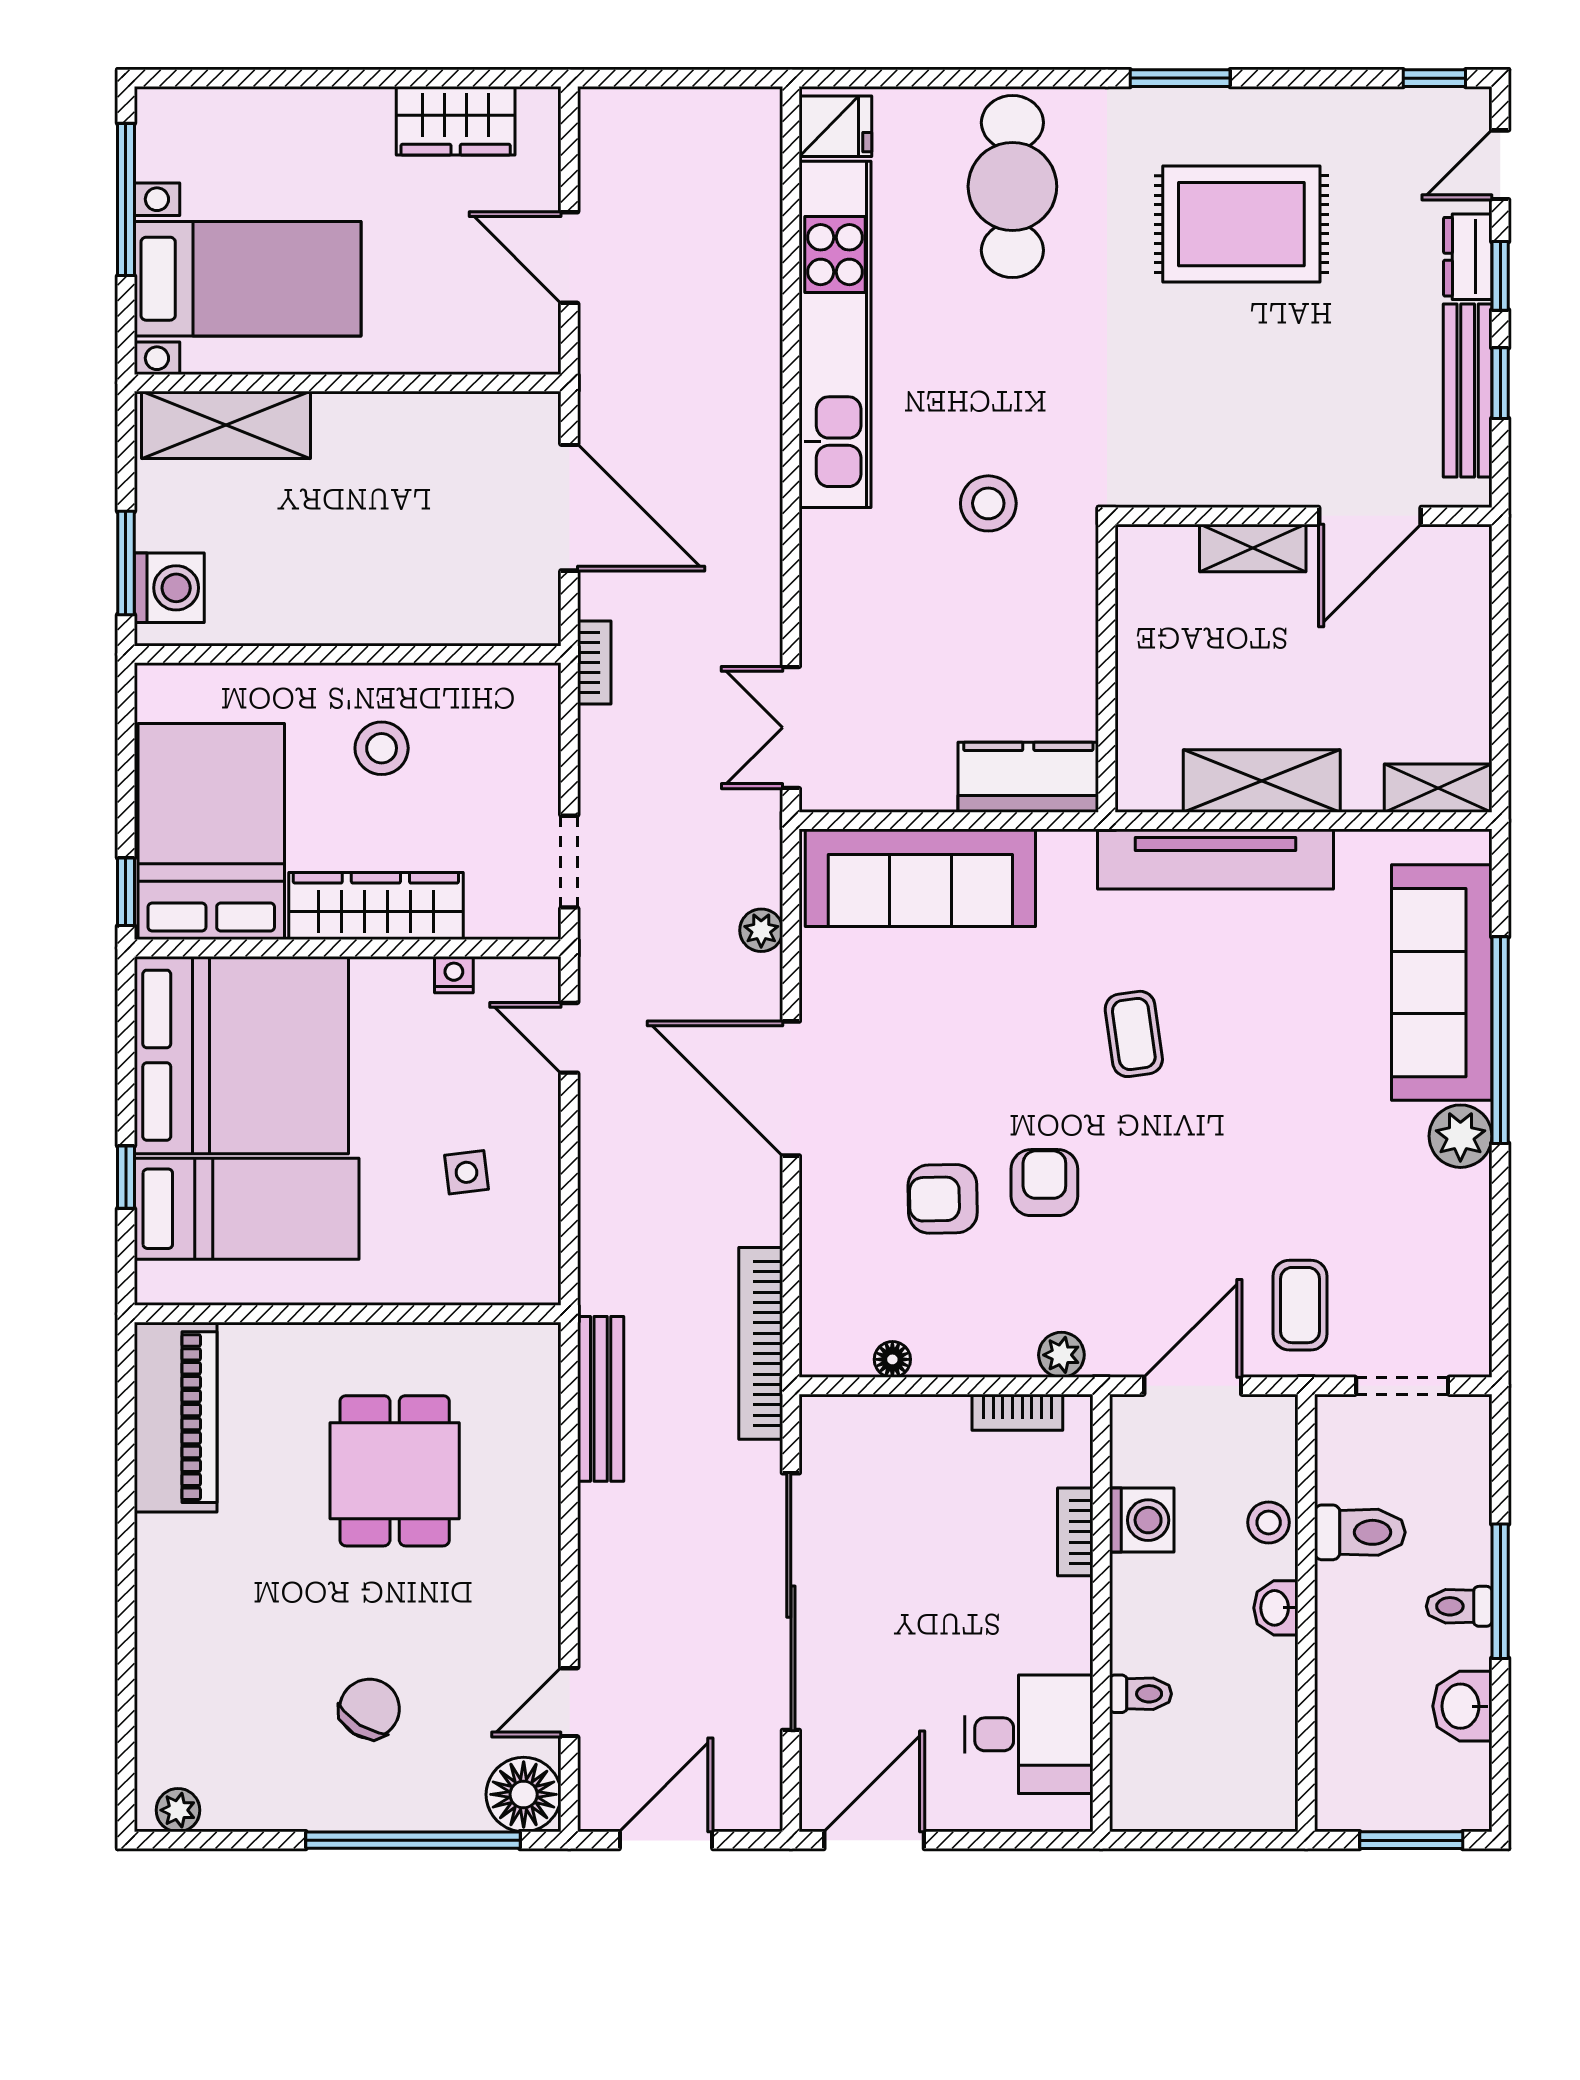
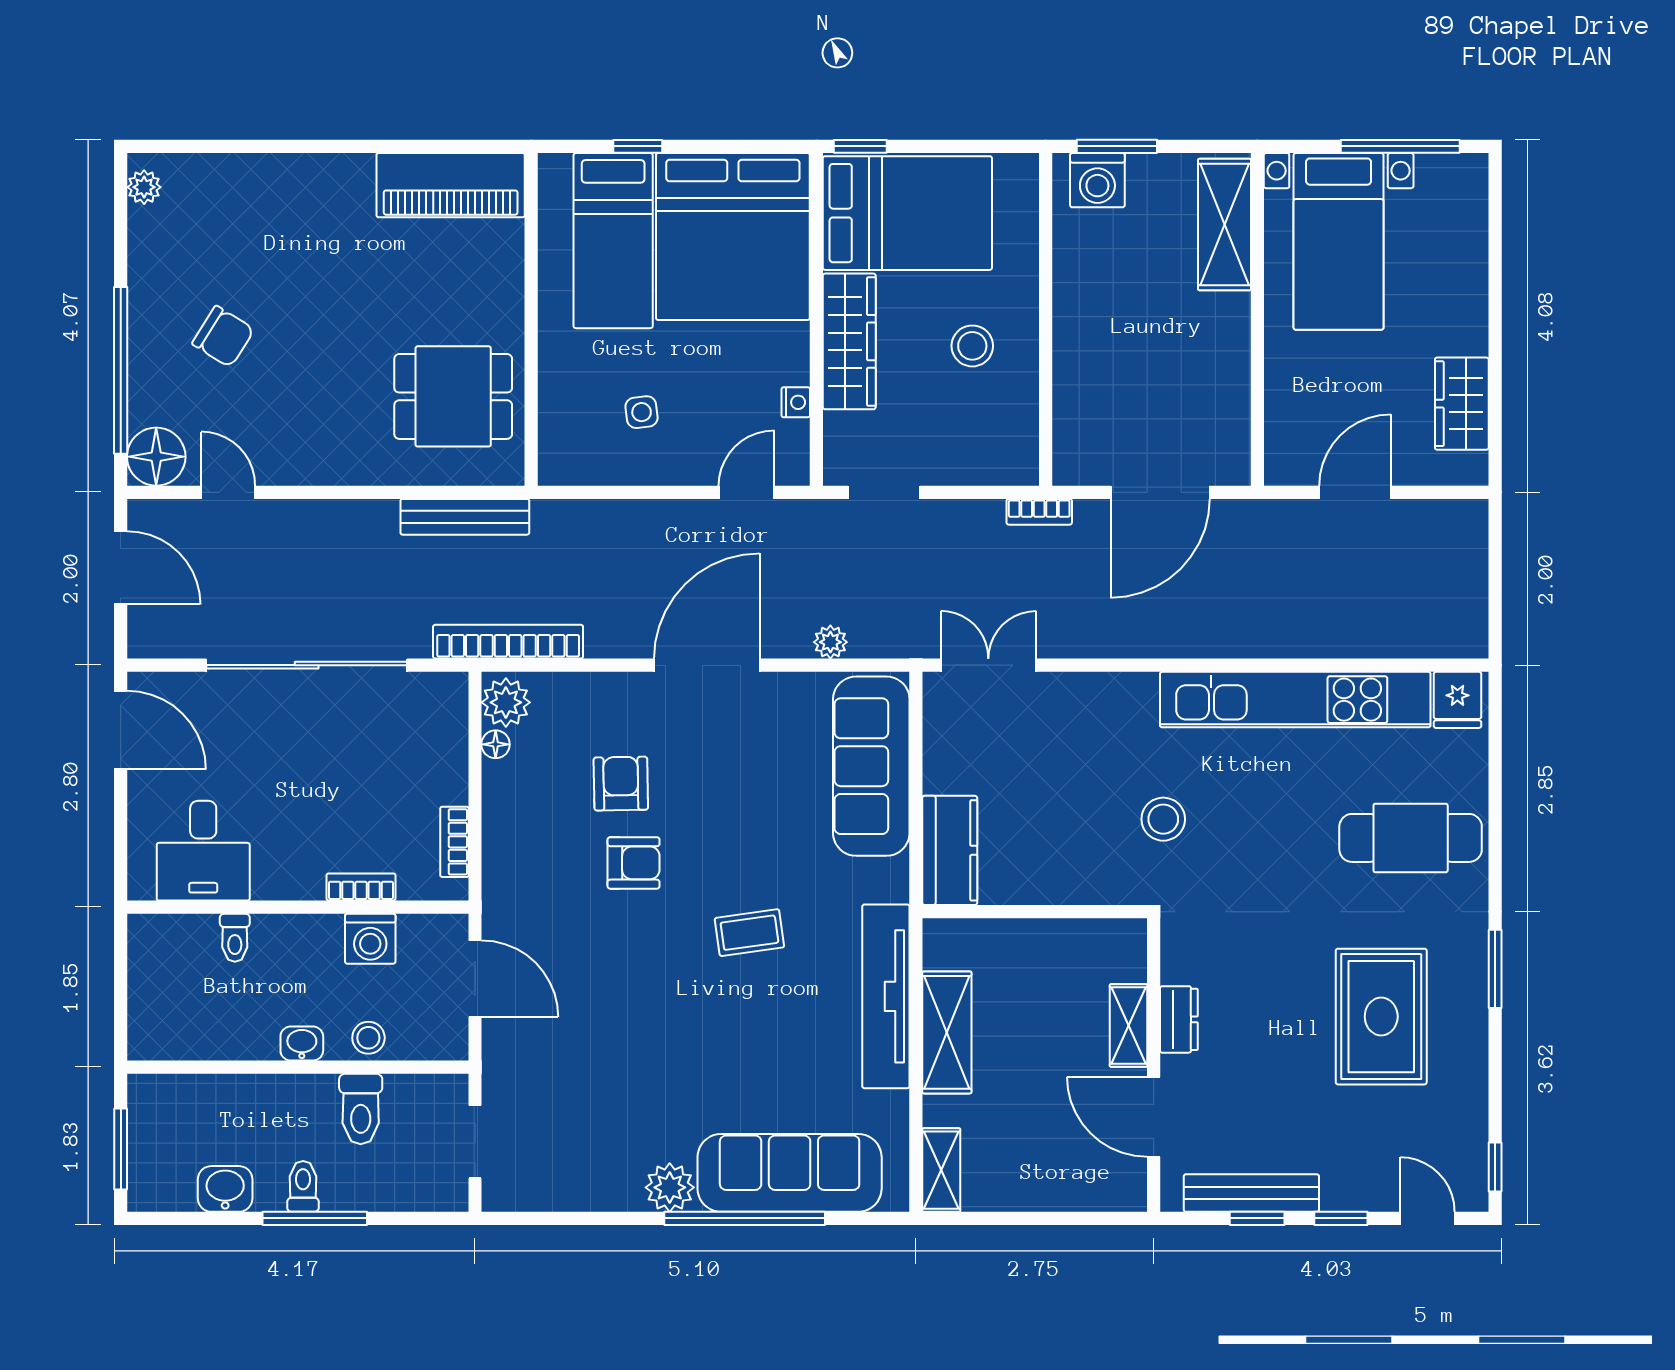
dresser: (1468, 257) -> (1179, 1019), moved, turned 90
coffee table: (1300, 1305) -> (538, 1062), removed
plant: (1061, 1355) -> (506, 702), moved, width x1.38, depth x1.38
dining table: (395, 1471) -> (453, 396), moved

